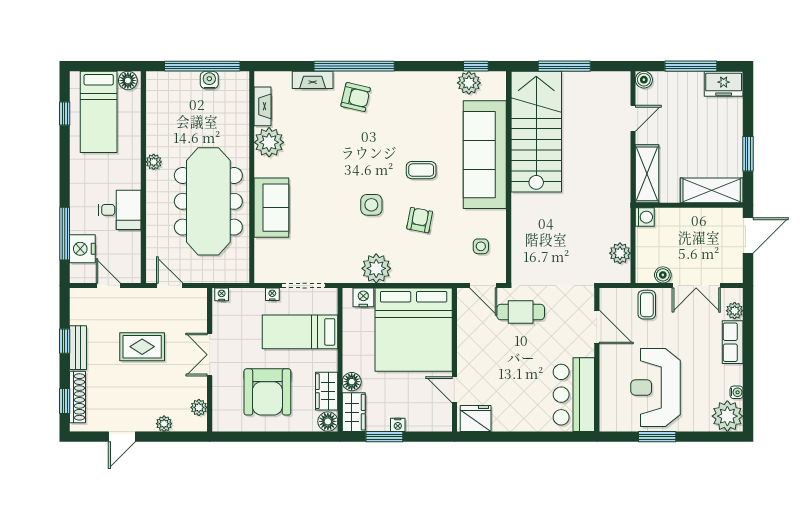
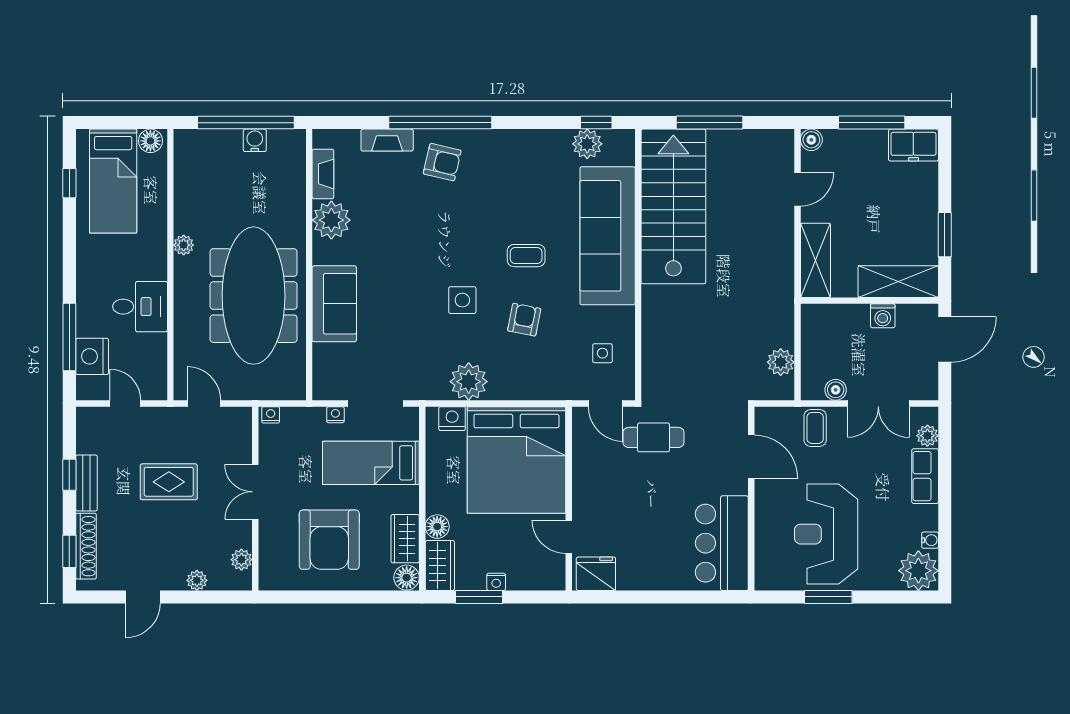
washing machine: (645, 217) -> (883, 316), moved, turned 90

